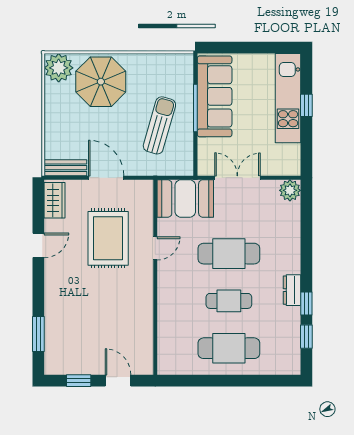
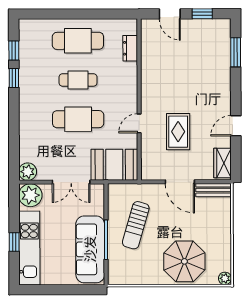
plant: (59, 68) -> (225, 278), width x0.53, depth x0.53
plant: (287, 162) -> (30, 195), added
rug: (108, 238) -> (178, 132), width x0.73, depth x0.70
dresser: (292, 290) -> (130, 48), moved, turned 180

